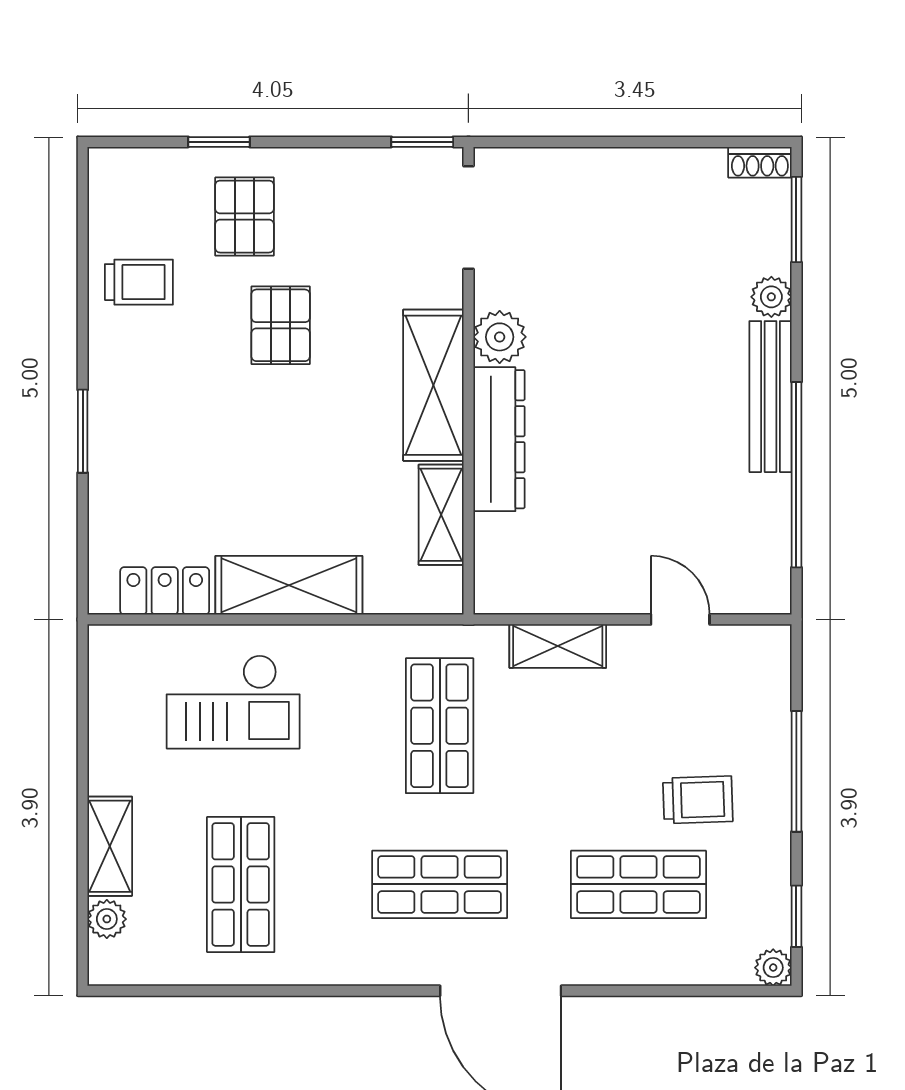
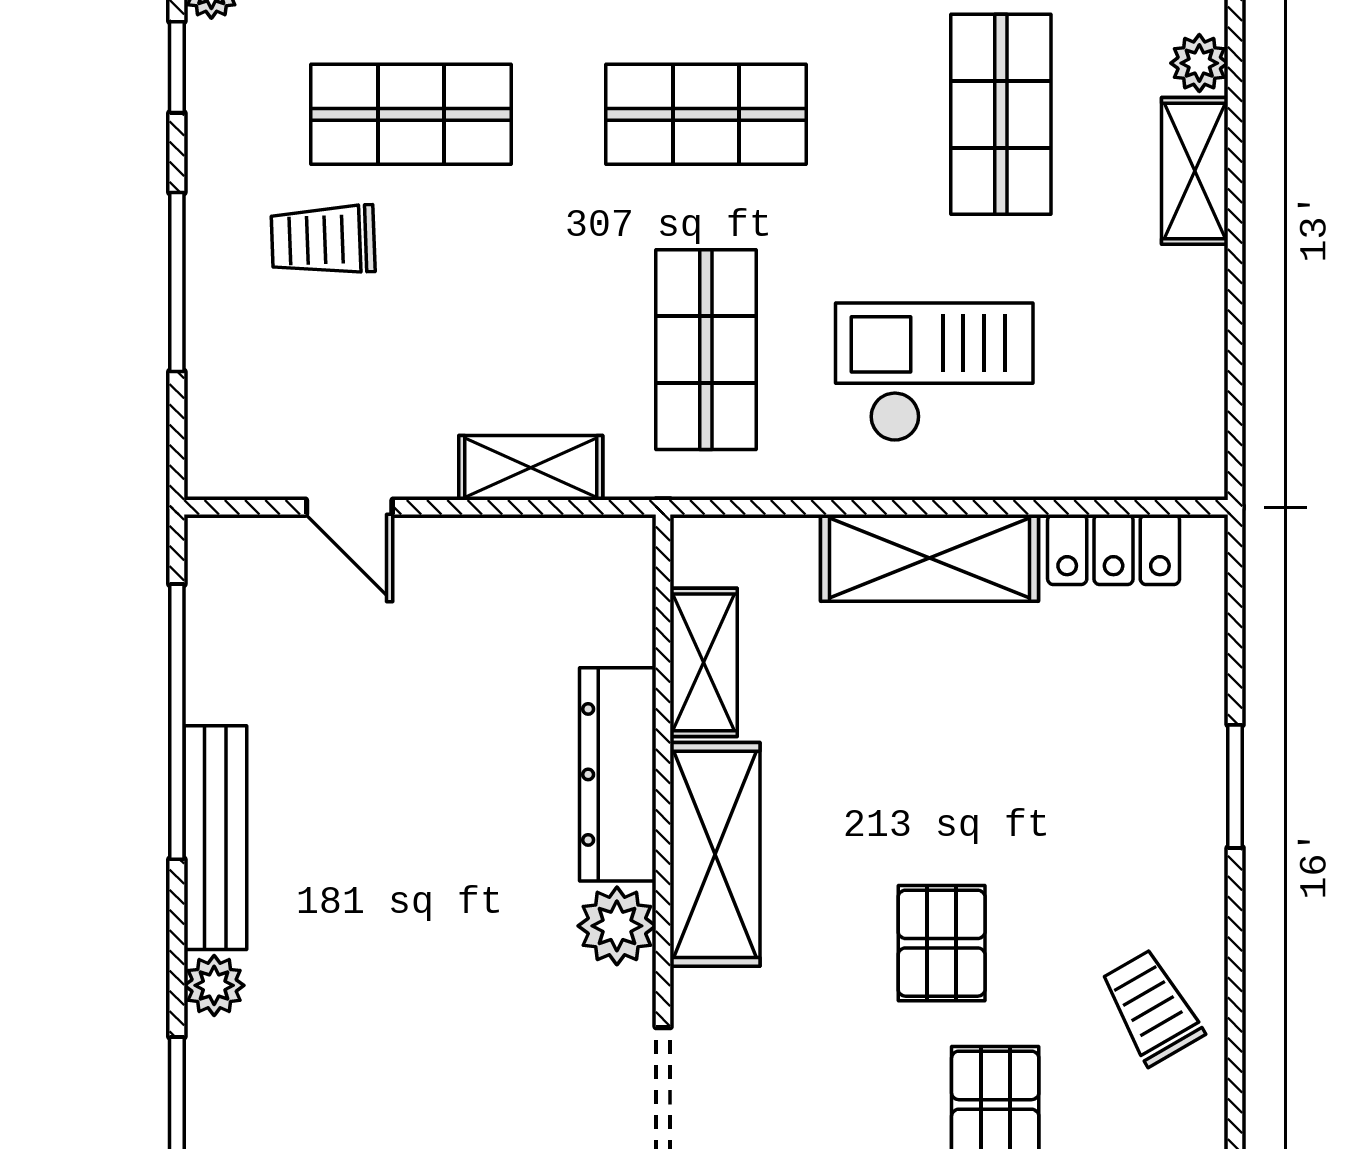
trolley: (139, 282) -> (1152, 1007), turned 60
checkout: (233, 702) -> (934, 372), moved

